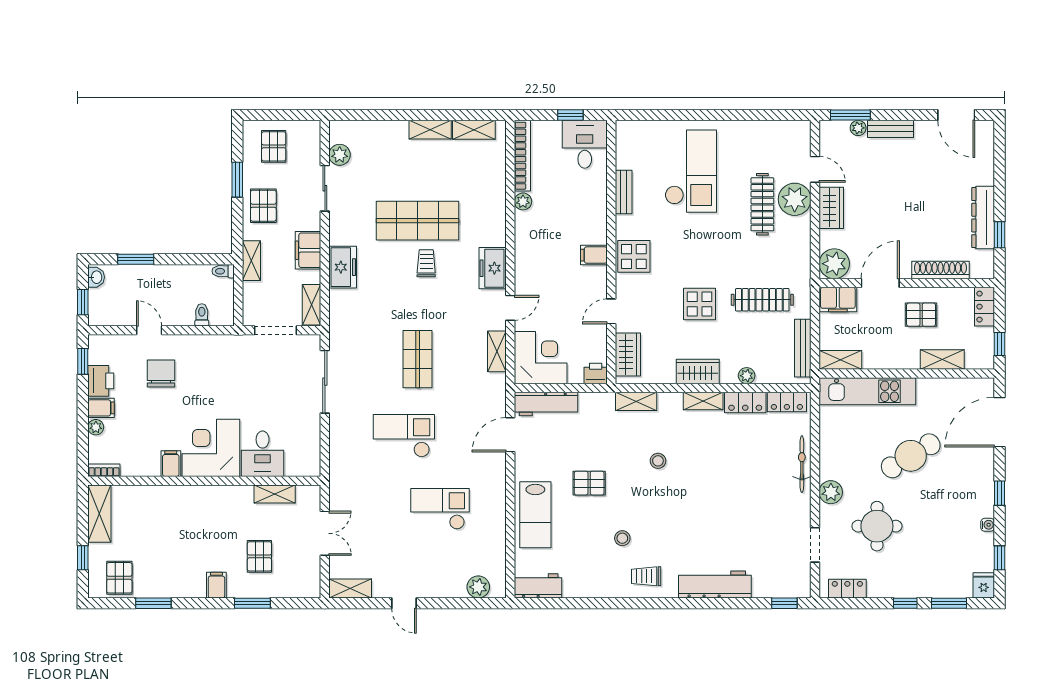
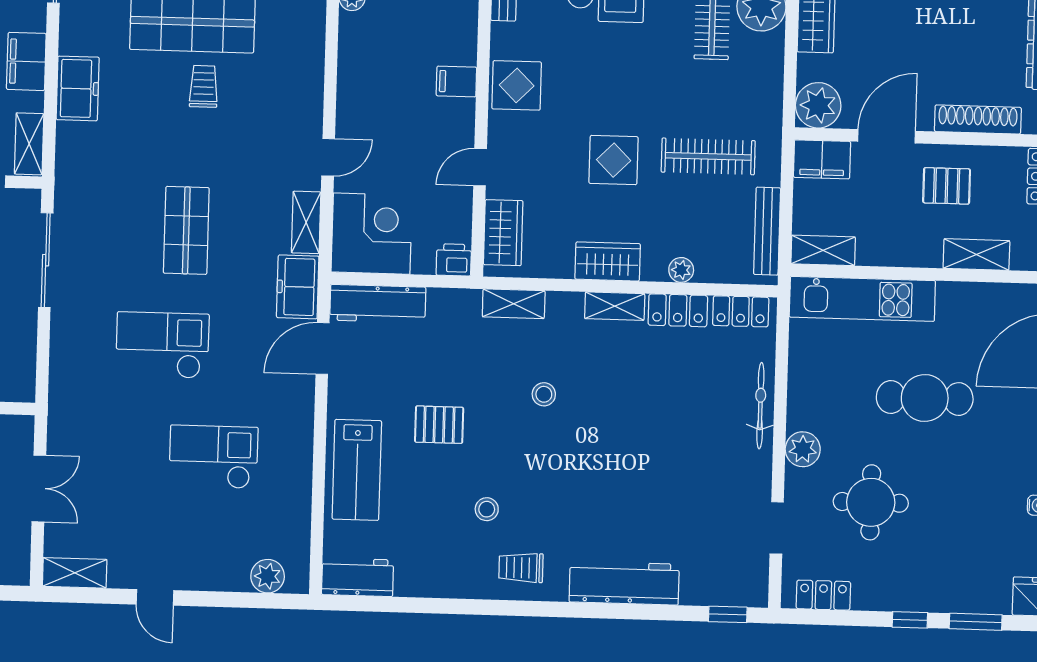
freezer: (493, 268) -> (298, 287), moved
cafe table: (911, 456) -> (925, 398), turned 31

